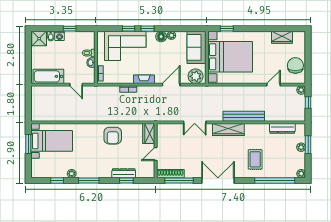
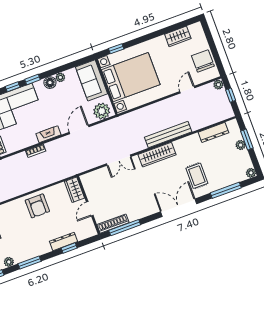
double door: (218, 181) -> (179, 208), moved
window: (275, 181) -> (226, 190), width x0.68

